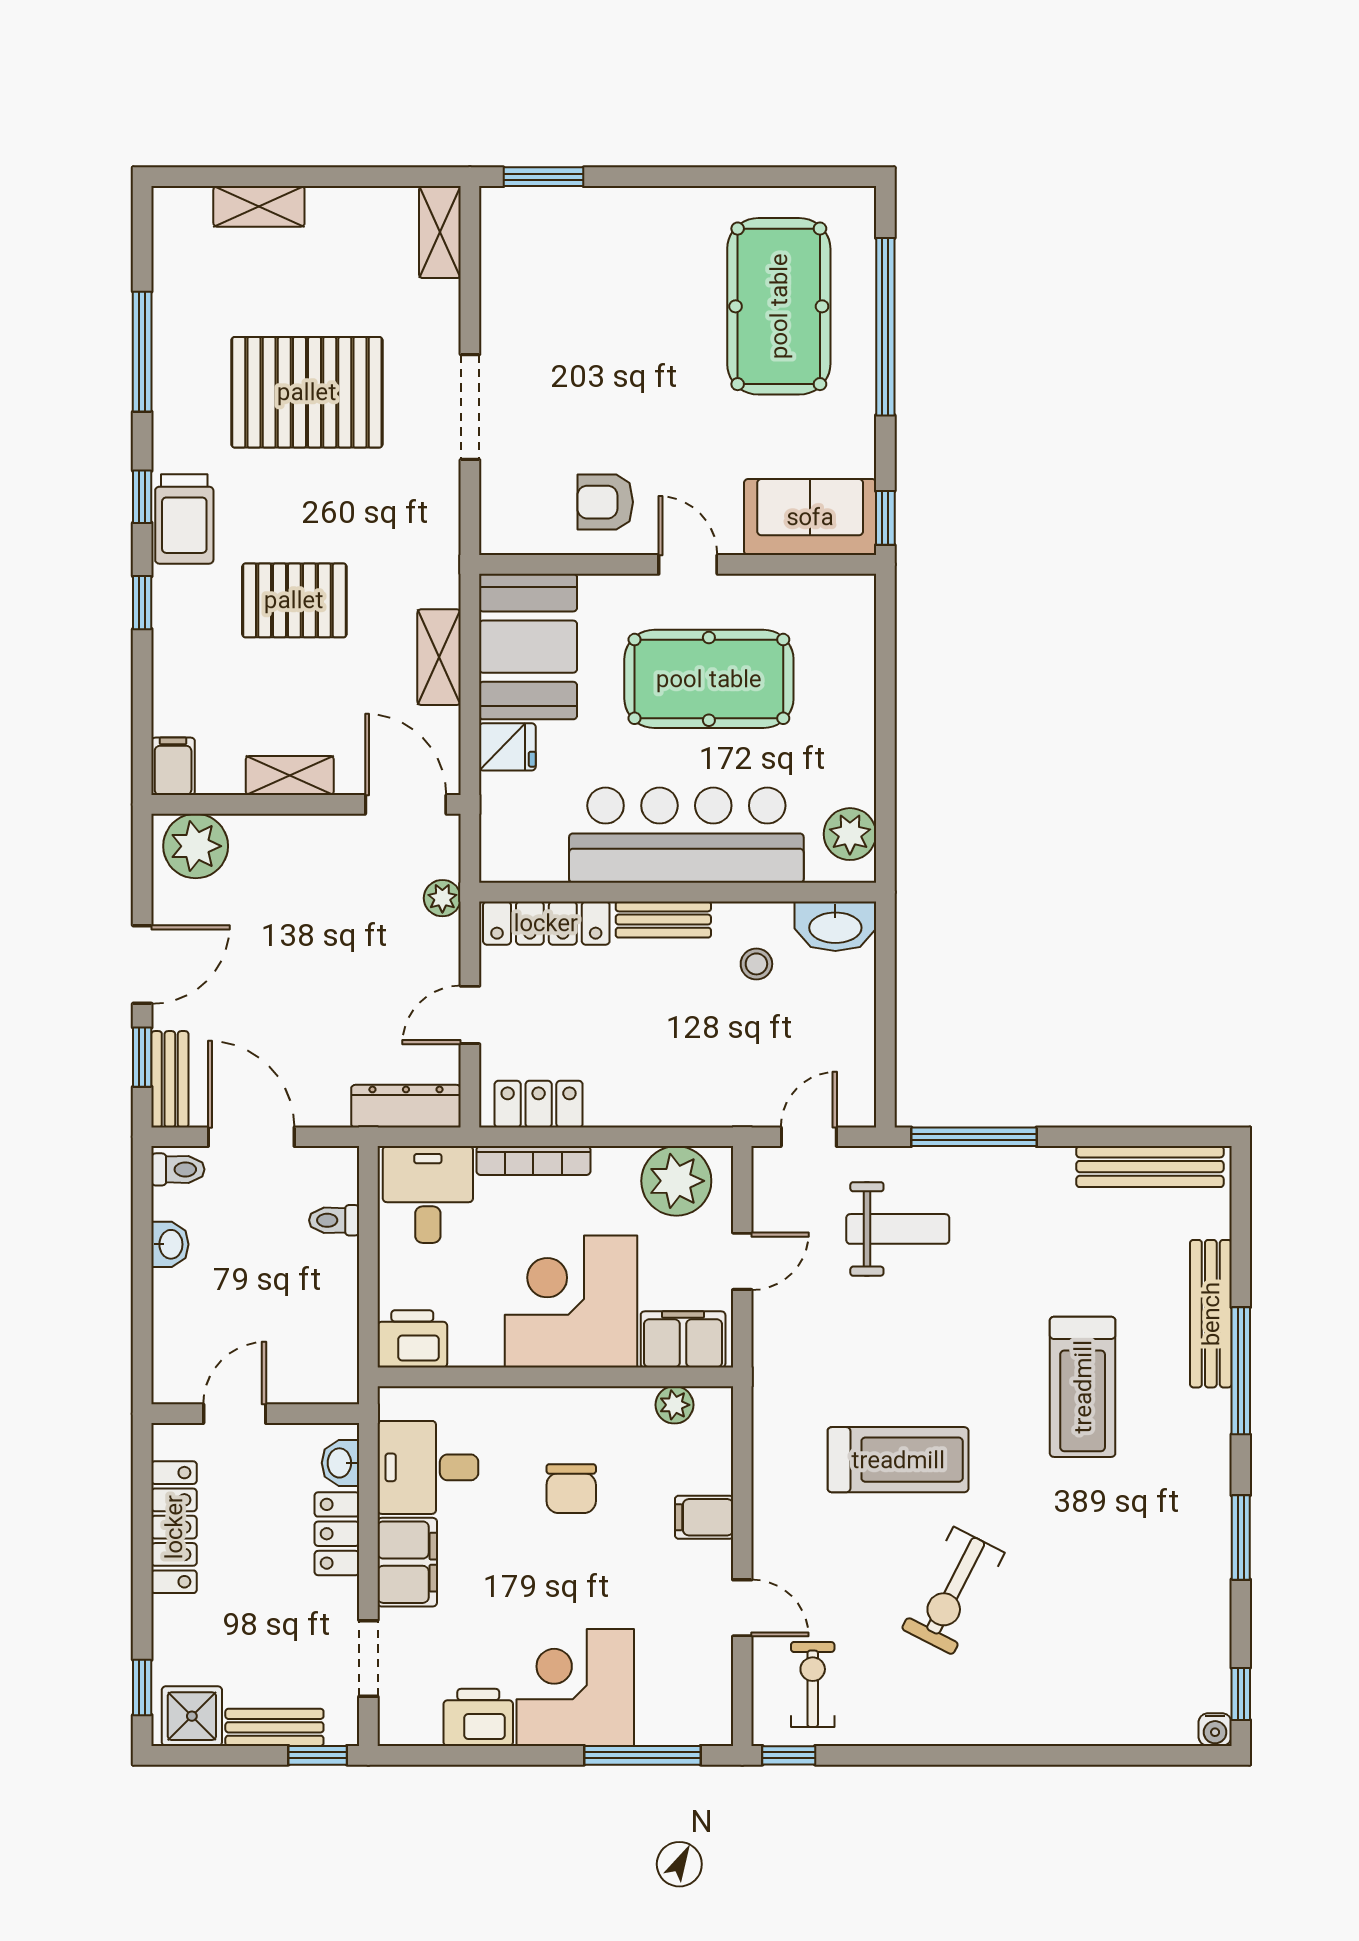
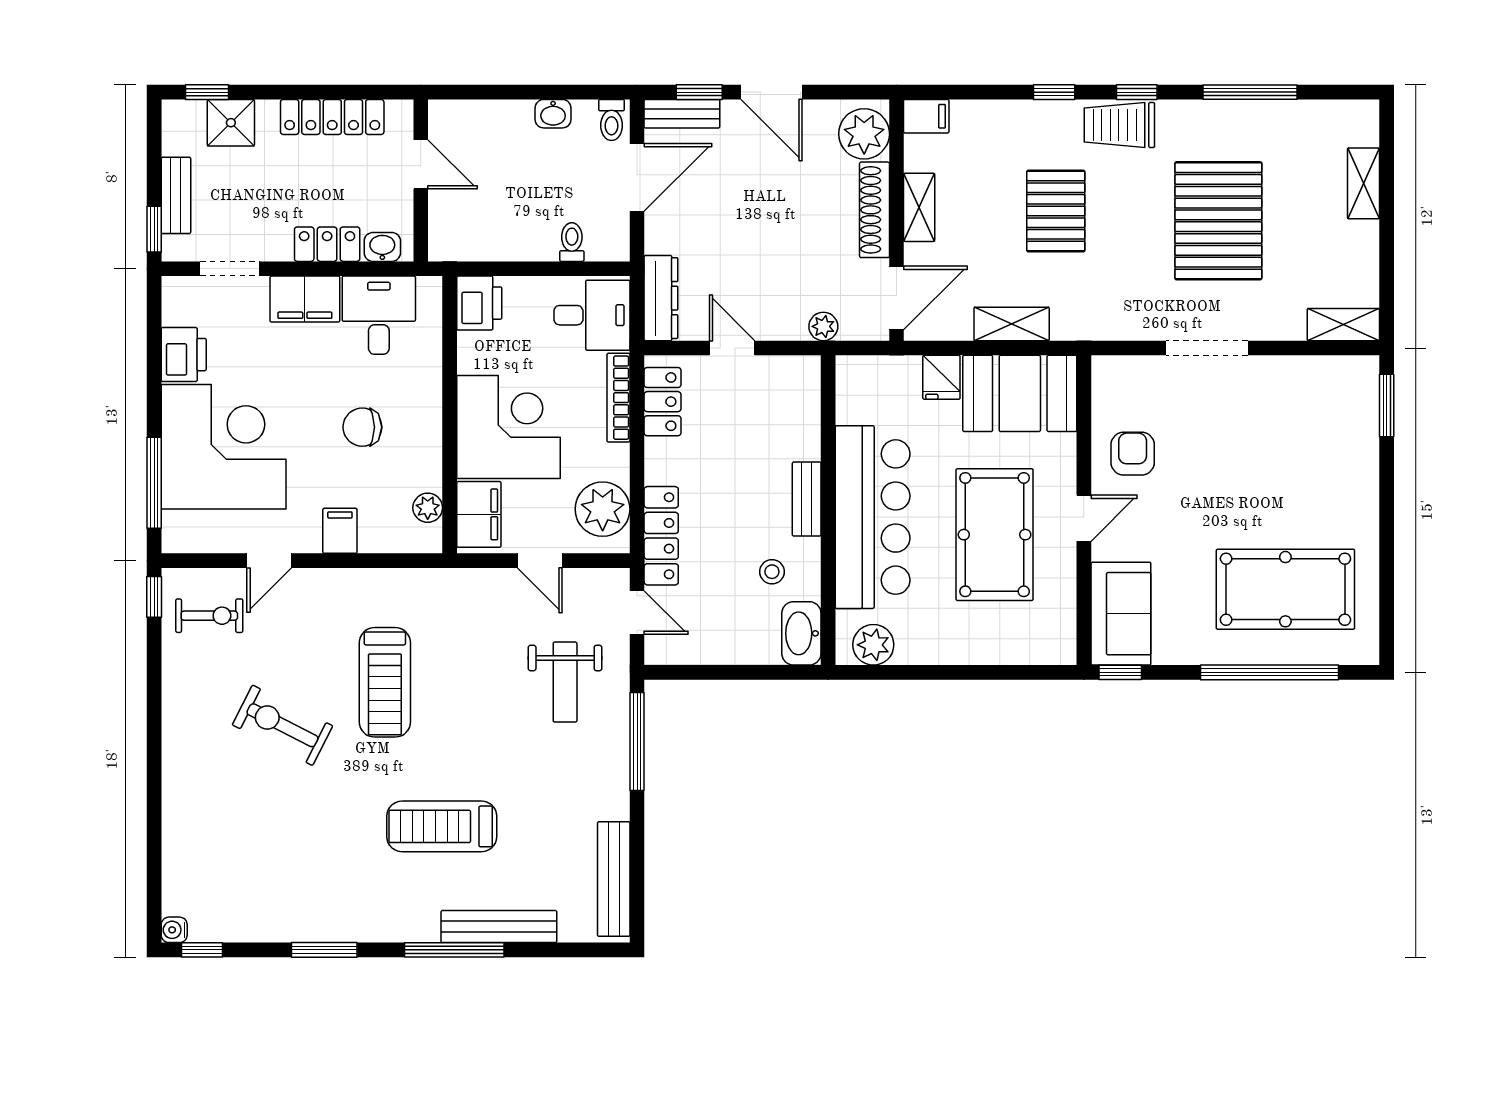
shoe rack: (293, 833) -> (875, 210), added
locker: (546, 923) -> (661, 536), moved, turned 180
corner desk: (575, 1687) -> (224, 447), width x1.36, depth x1.36
shower: (192, 1716) -> (231, 123), moved

